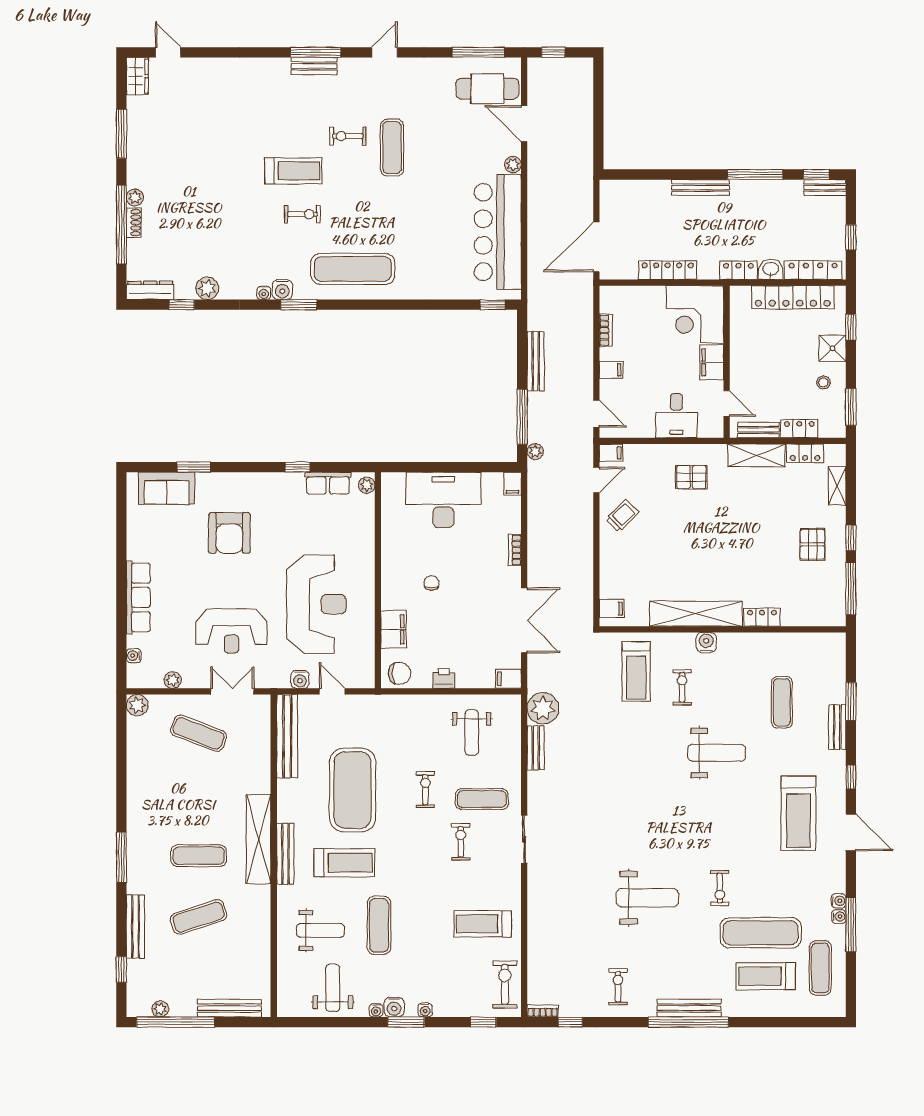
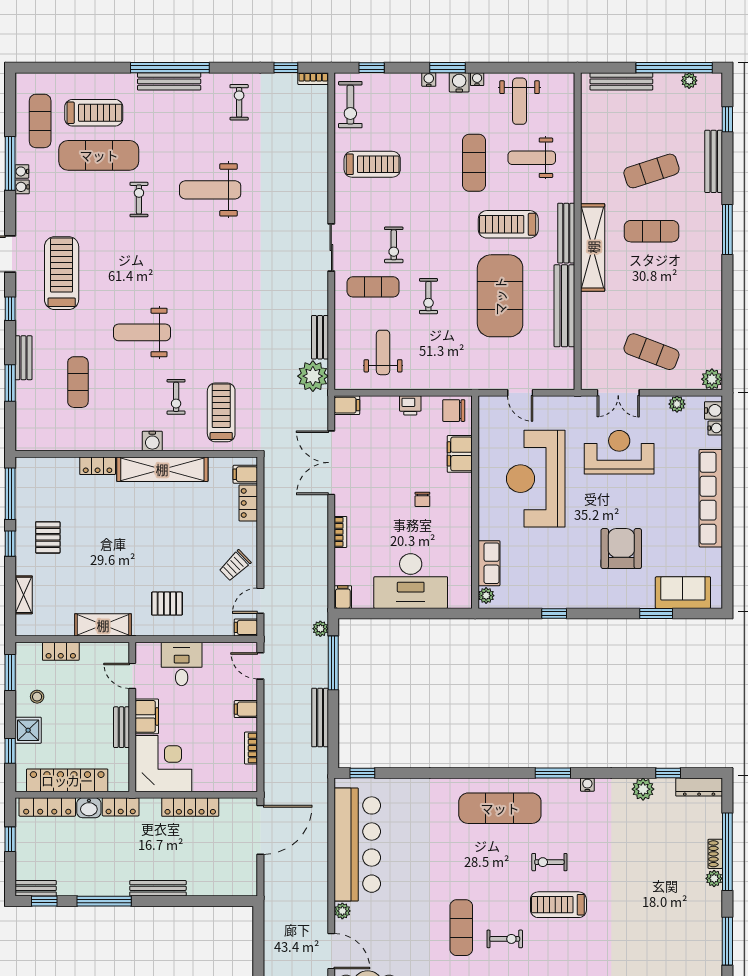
water cooler: (282, 290) -> (569, 788), removed
bench: (758, 430) -> (122, 727), moved, turned 90
locker: (805, 453) -> (248, 503), moved, turned -90
row of seats: (328, 483) -> (489, 563), moved, turned 90
row of seats: (138, 597) -> (711, 498), width x1.36
water cooler: (300, 679) -> (714, 410), moved, turned 90
bench: (287, 736) -> (564, 306), moved
exercise bike: (618, 987) -> (239, 102), turned 180

